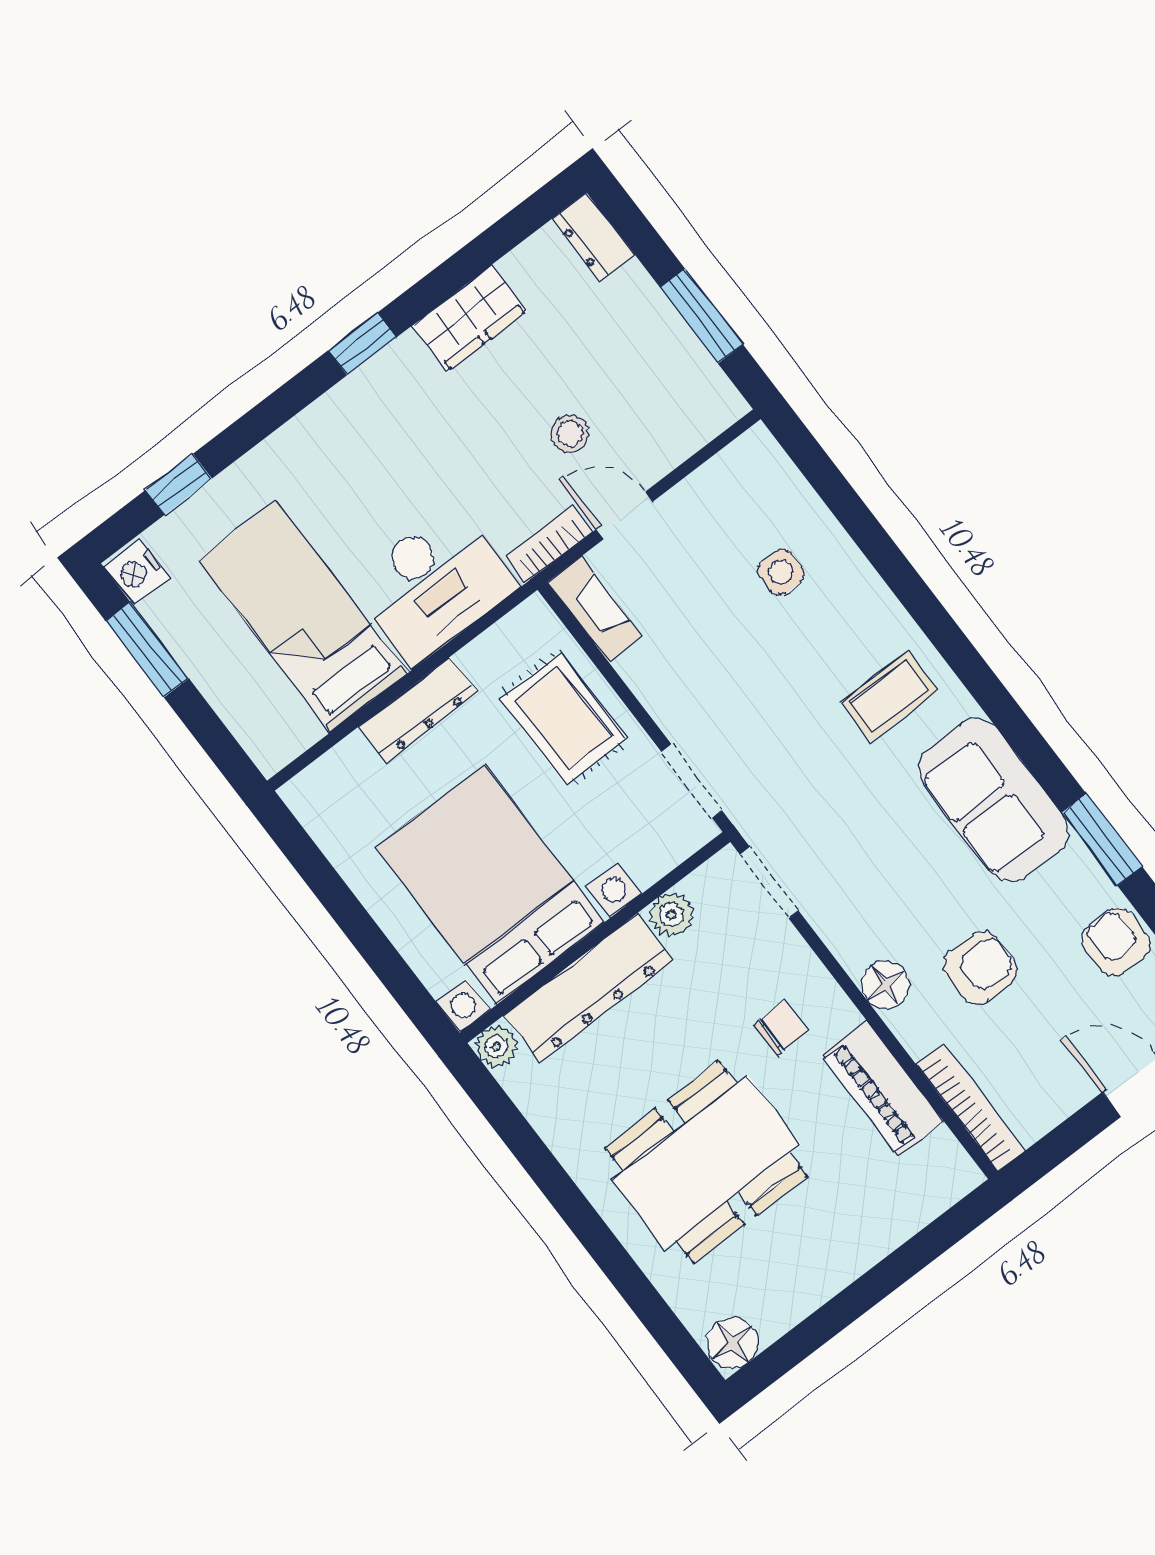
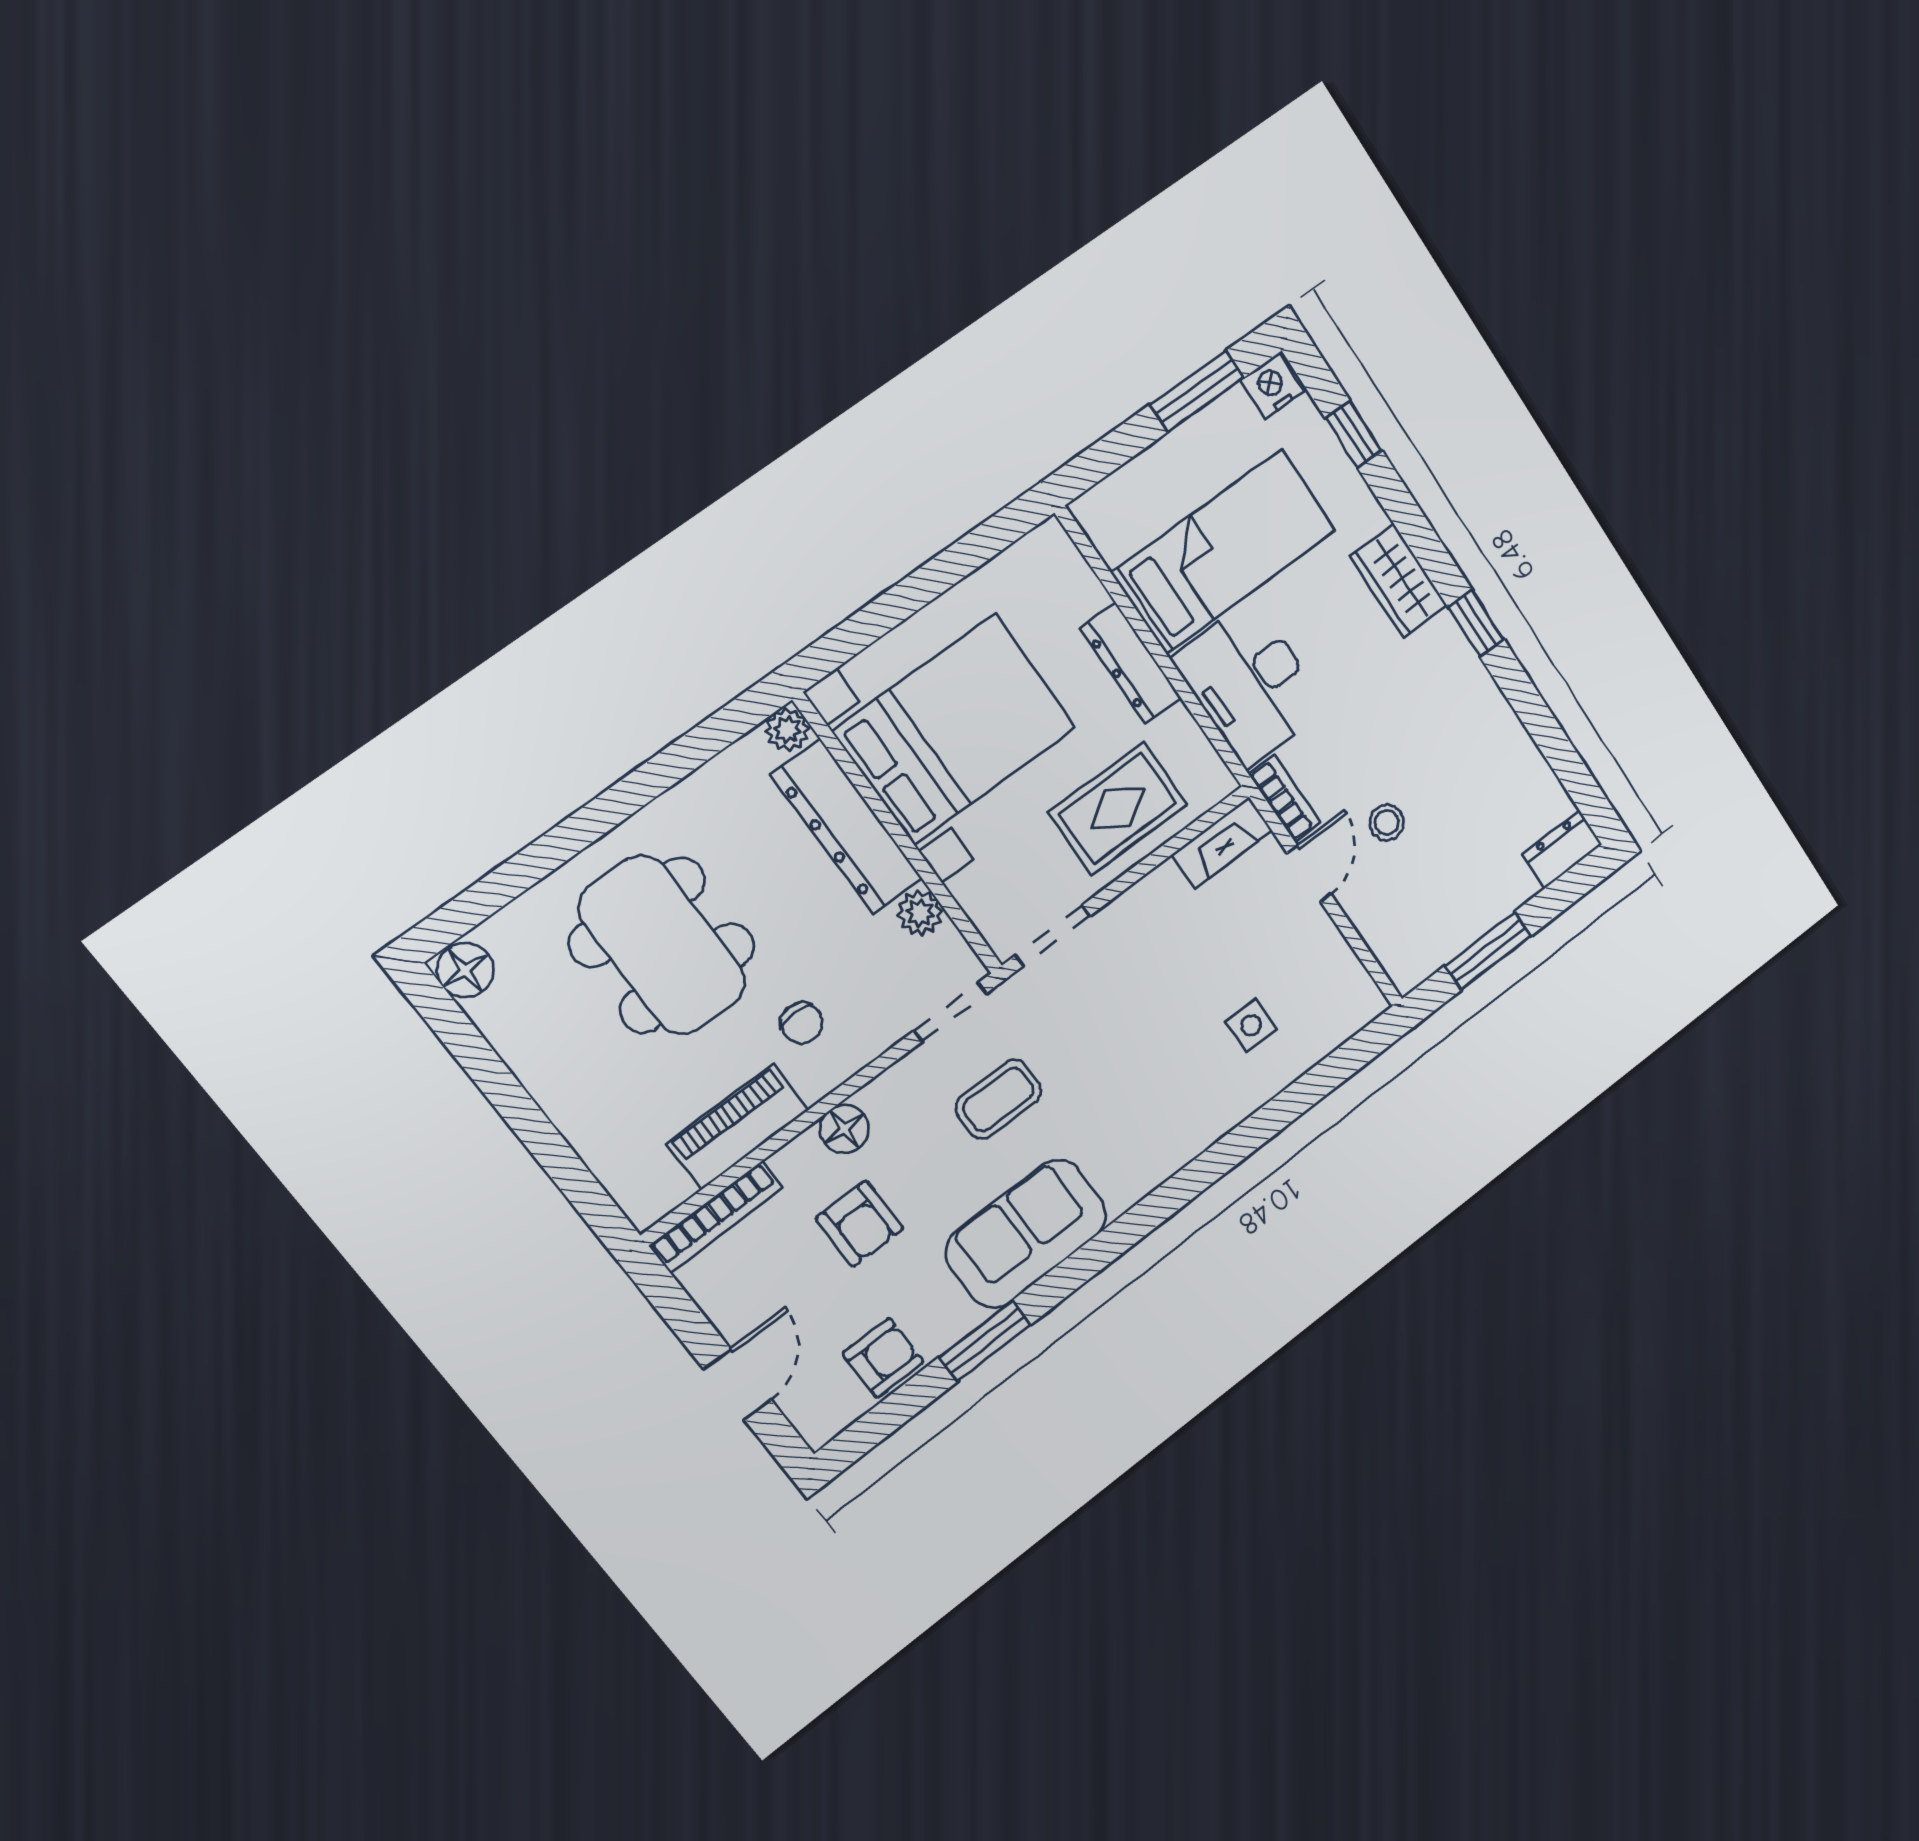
wardrobe: (470, 318) -> (1399, 581), moved
coffee table: (889, 696) -> (998, 1099), moved, turned 90

